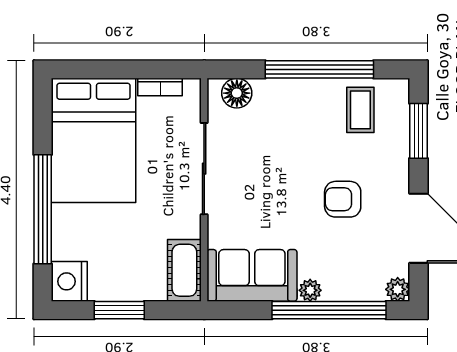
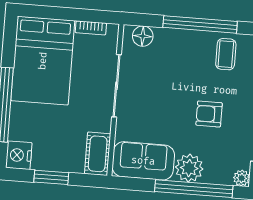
plant: (310, 290) -> (189, 168), width x1.87, depth x1.87

